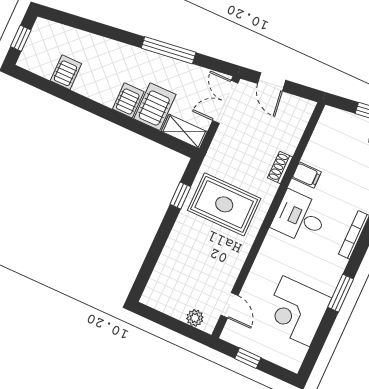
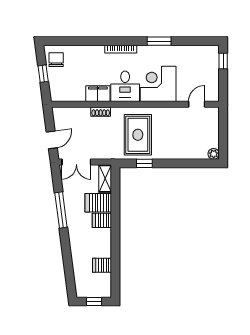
filing cabinet: (307, 175) -> (98, 94), width x2.00
corner desk: (296, 311) -> (158, 84), moved, turned 180
plant: (195, 318) -> (214, 154), moved
window: (248, 358) -> (223, 61), moved

